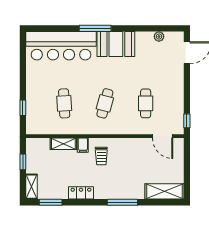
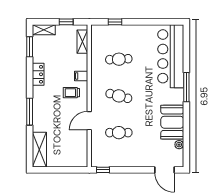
booth: (116, 44) -> (172, 122), moved
door: (163, 136) -> (89, 121), moved
shelving: (63, 144) -> (82, 42), moved

